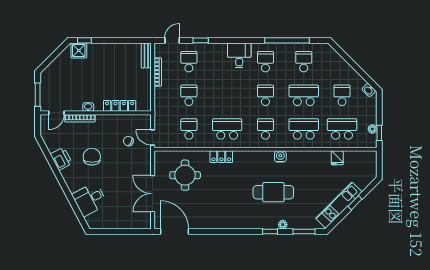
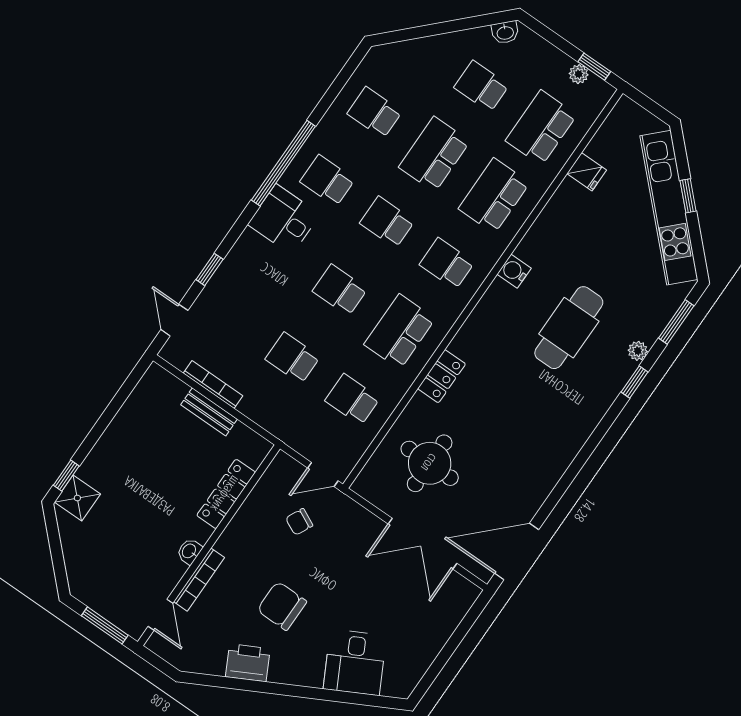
window: (287, 40) -> (283, 163), moved
bench: (146, 55) -> (209, 412), moved
school desk: (189, 62) -> (340, 290), moved
kitchen unit: (339, 205) -> (669, 208), width x1.36

